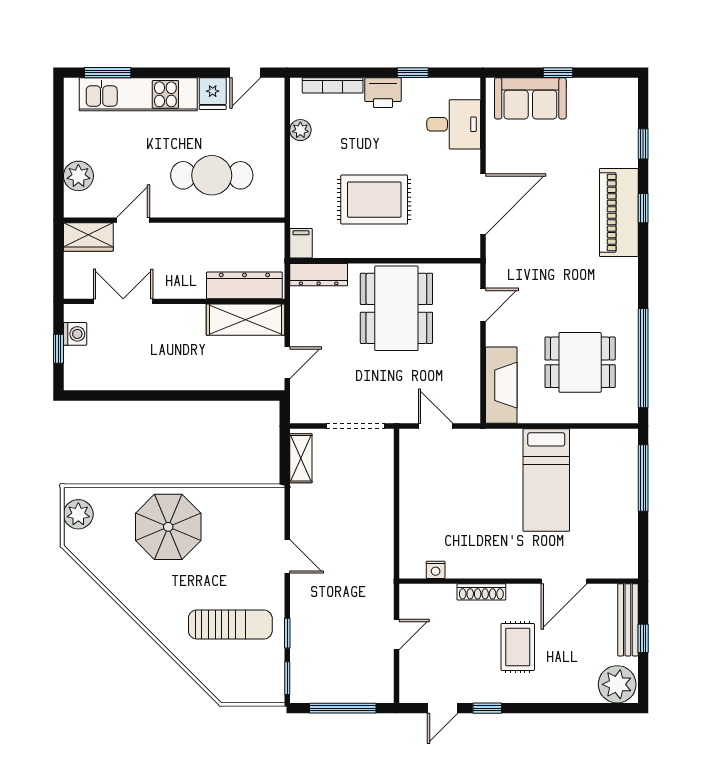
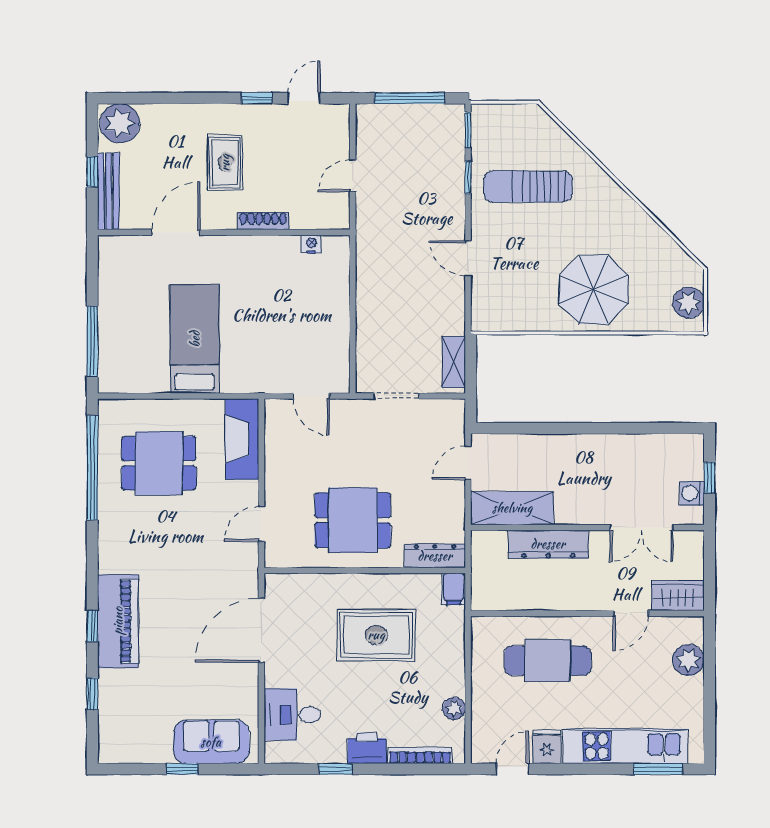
dresser: (244, 285) -> (548, 544), moved
dining table: (396, 308) -> (353, 520), width x0.73
doorway: (355, 426) -> (396, 396), width x0.73

